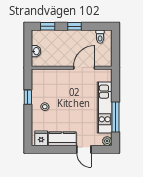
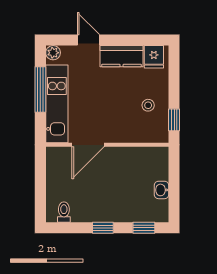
wall: (72, 68) -> (107, 145), moved
door: (84, 68) -> (88, 145), moved

